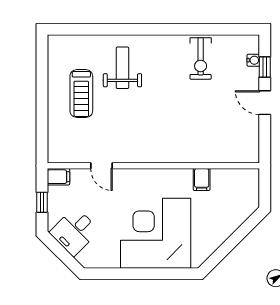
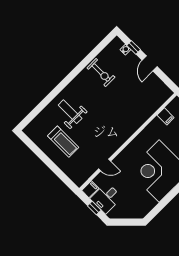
door: (265, 103) -> (150, 63), hinge flipped
filing cabinet: (202, 179) -> (166, 116), moved
desk: (74, 231) -> (106, 198), moved, turned 45

